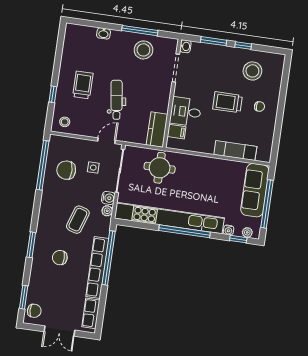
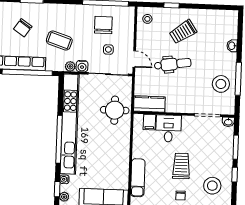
trolley: (83, 85) -> (183, 32), turned 146
chair: (60, 258) -> (23, 28), turned -145

